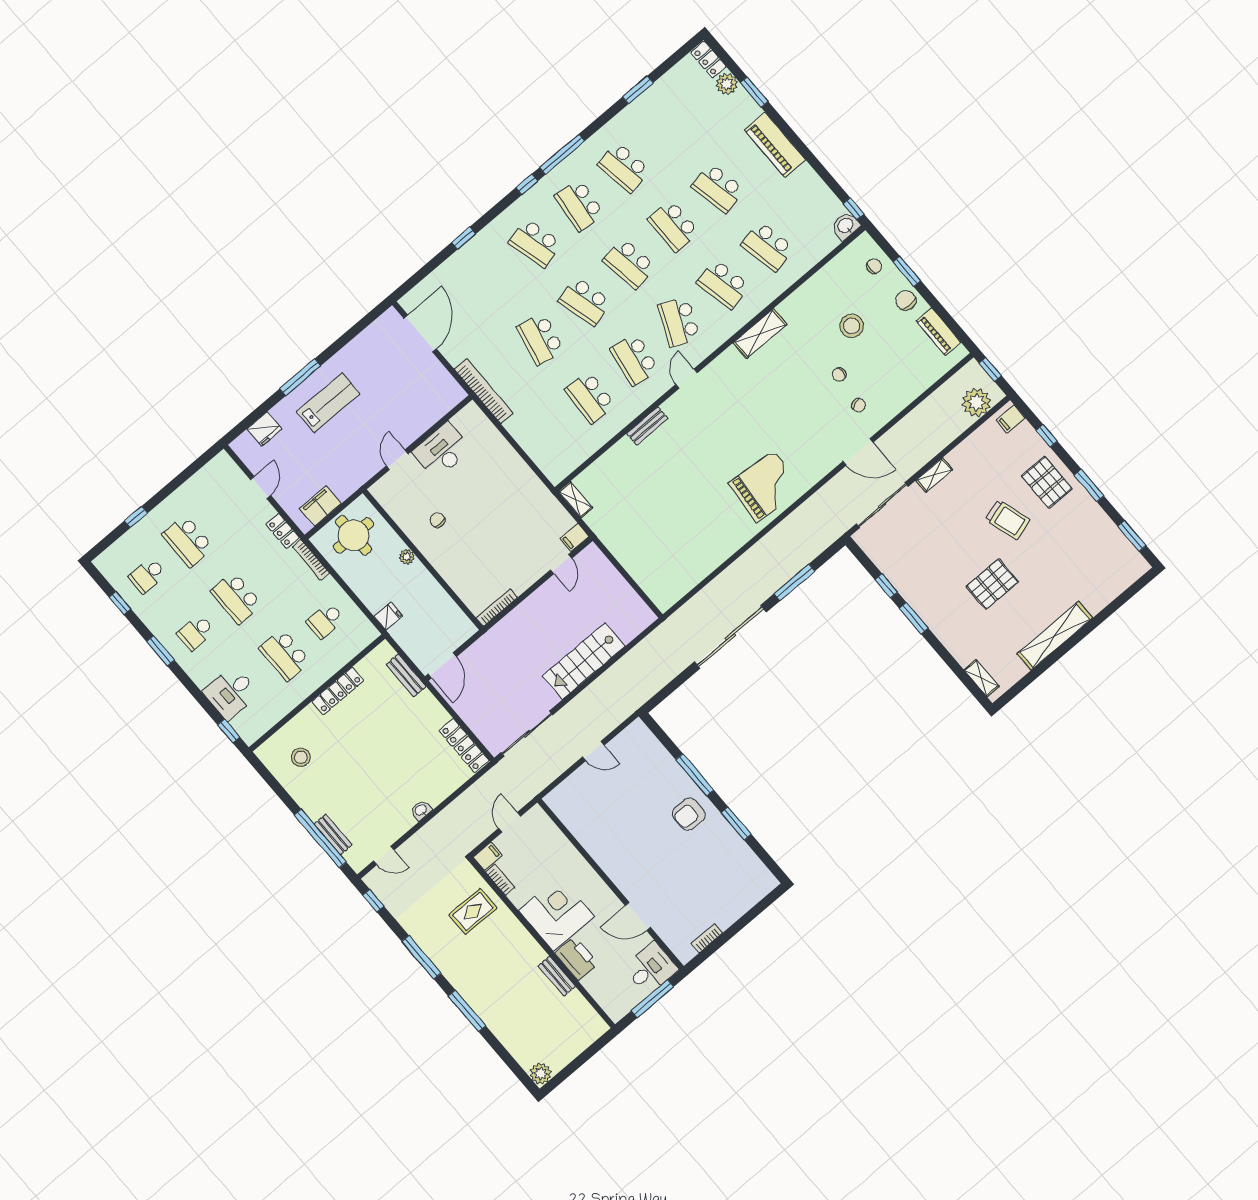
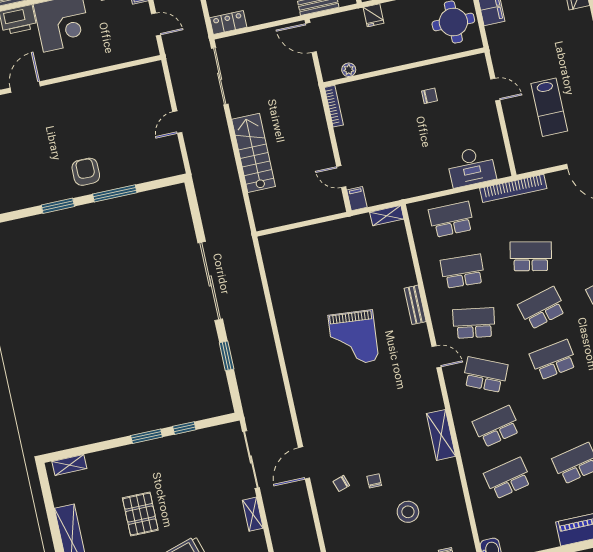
school desk: (673, 226) -> (451, 219), moved
lab bench: (328, 403) -> (549, 107), moved
desk: (442, 451) -> (471, 167), moved, turned 90
grand piano: (765, 486) -> (353, 338), moved
plant: (407, 557) -> (349, 70), moved
window: (794, 582) -> (227, 356), width x0.69
locker: (464, 746) -> (228, 23), width x0.66

